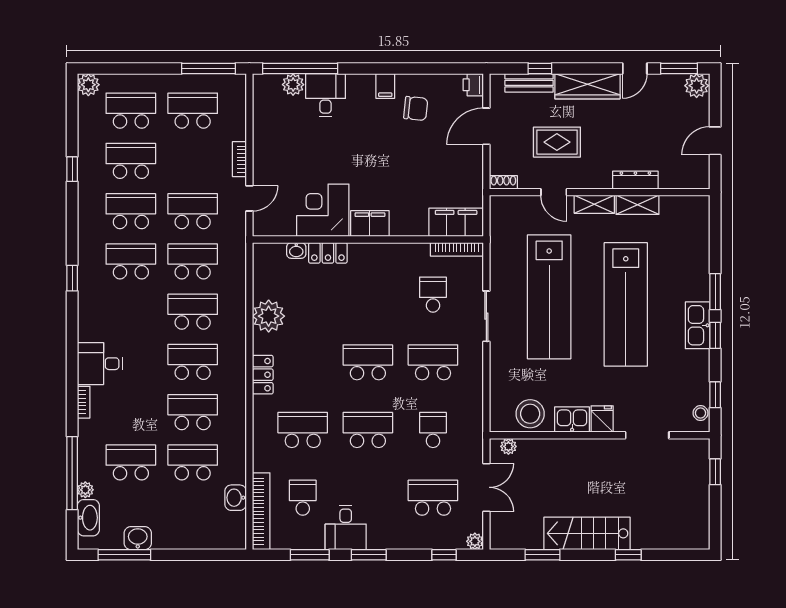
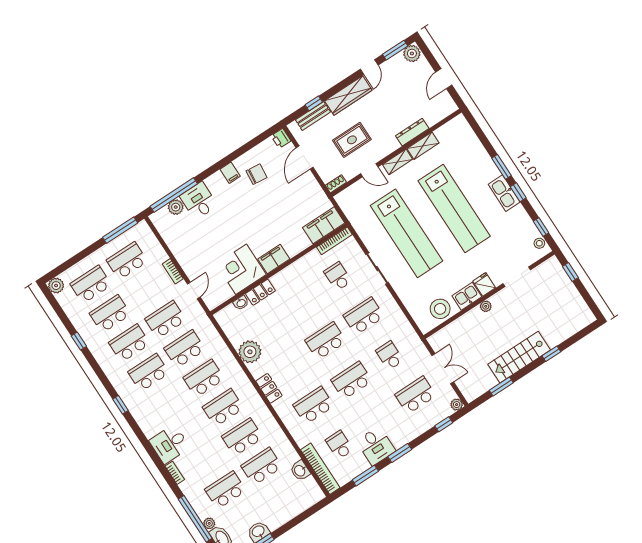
plant: (508, 446) -> (486, 306), moved

